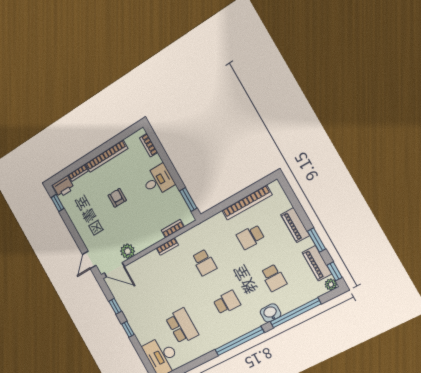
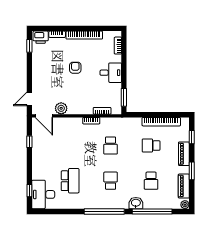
window: (334, 271) -> (192, 137), moved
school desk: (227, 302) -> (111, 181), turned -90
window: (128, 329) -> (29, 191), moved

